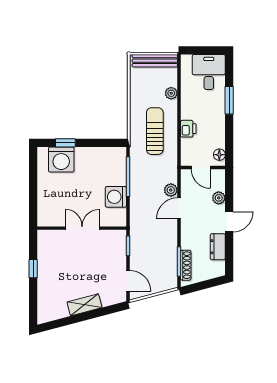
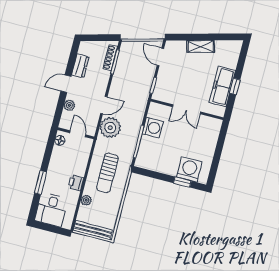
printer: (188, 129) -> (76, 183), moved
plant: (171, 190) -> (110, 128), width x1.88, depth x1.88
freezer: (48, 265) -> (222, 86), added

